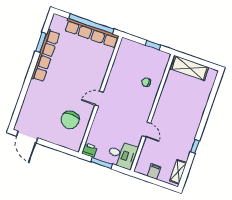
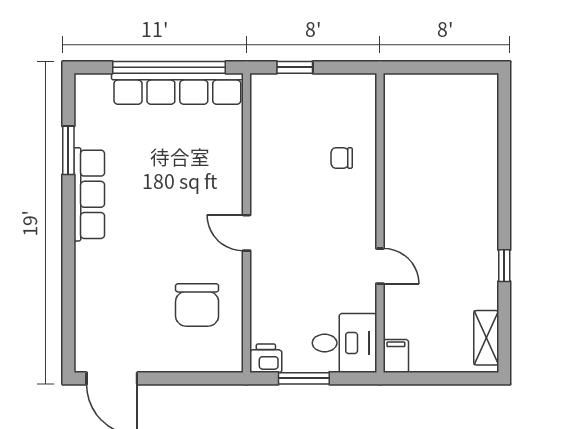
window: (153, 45) -> (295, 67), moved
row of seats: (45, 56) -> (89, 194), width x0.73
shelving: (190, 68) -> (430, 91), removed
door: (99, 99) -> (247, 233), hinge flipped
filing cabinet: (154, 171) -> (396, 356), moved

